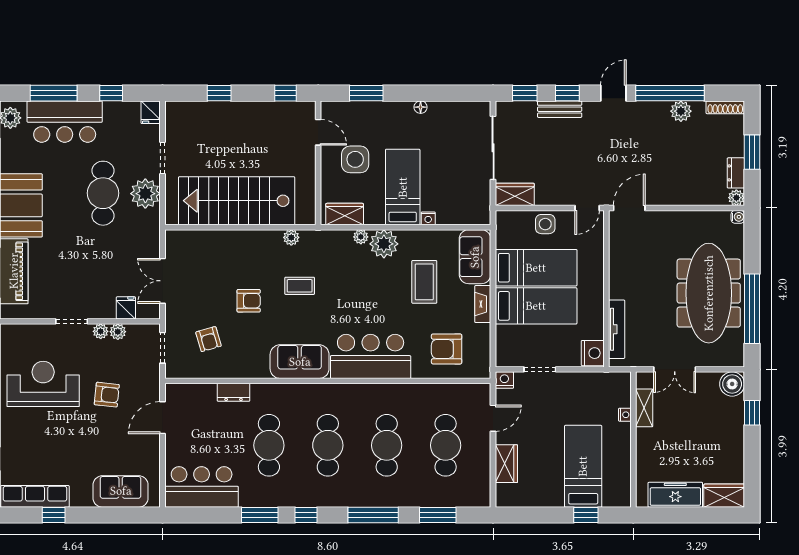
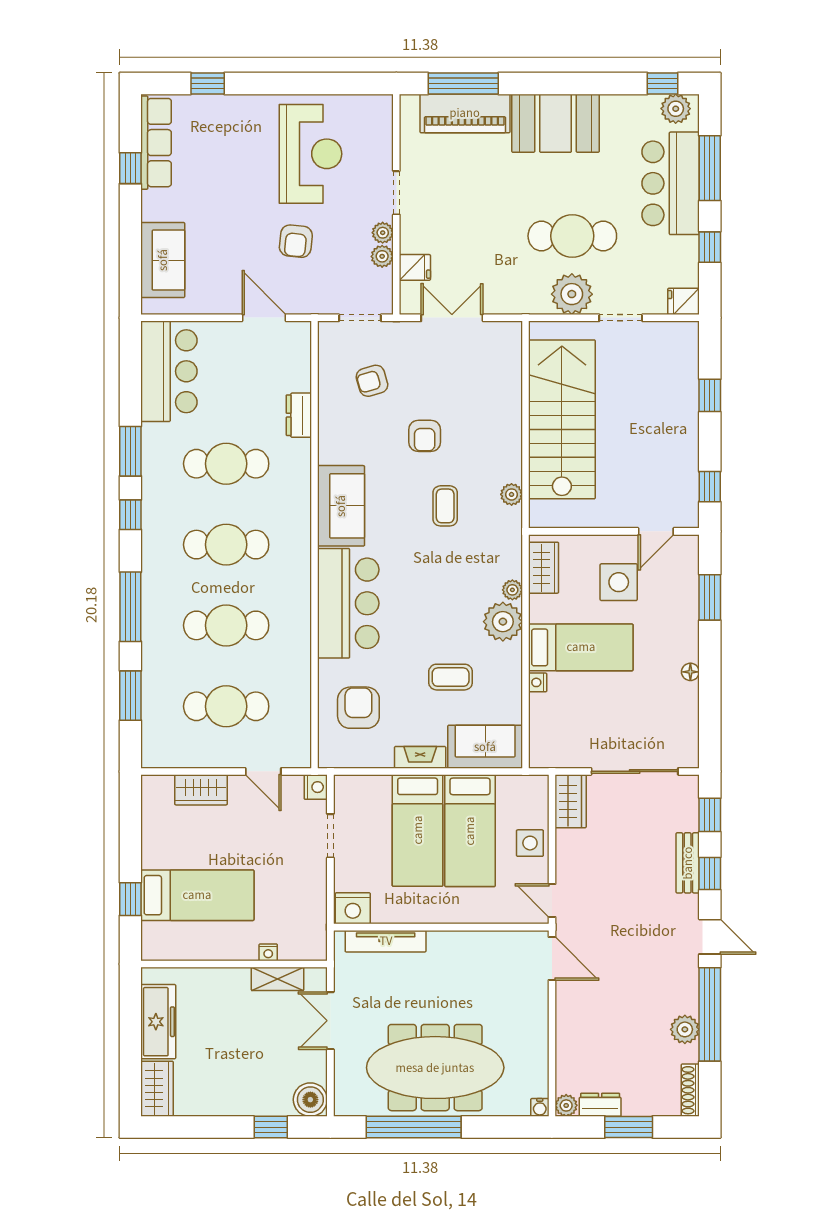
coffee table: (424, 282) -> (451, 677), width x0.73, depth x0.77

